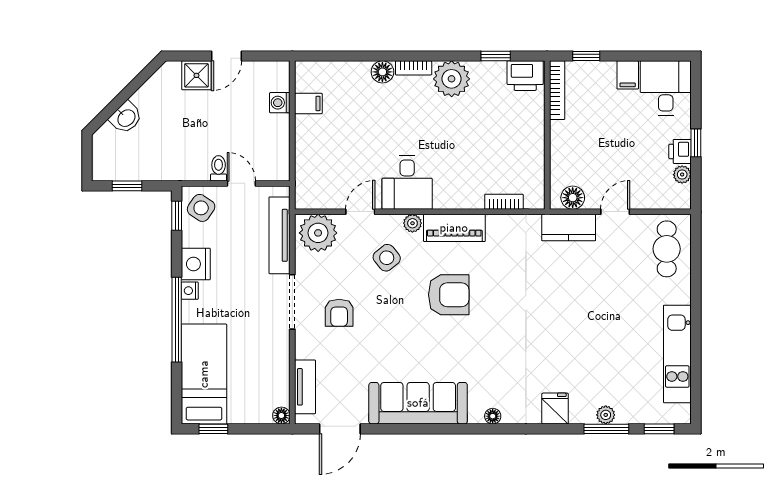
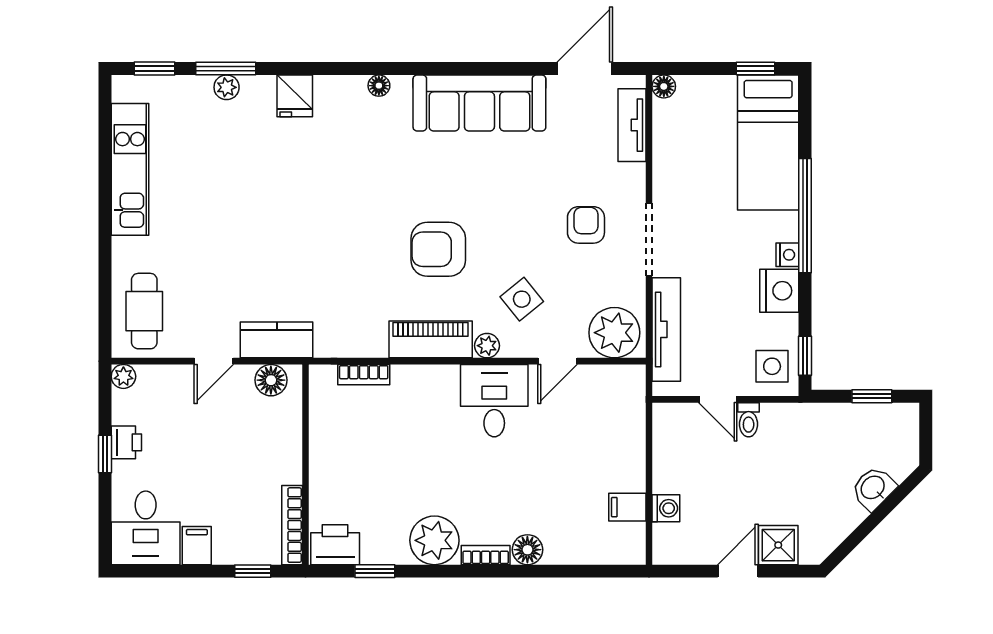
plant: (682, 175) -> (123, 376), moved
side table: (201, 208) -> (772, 366), turned -34

